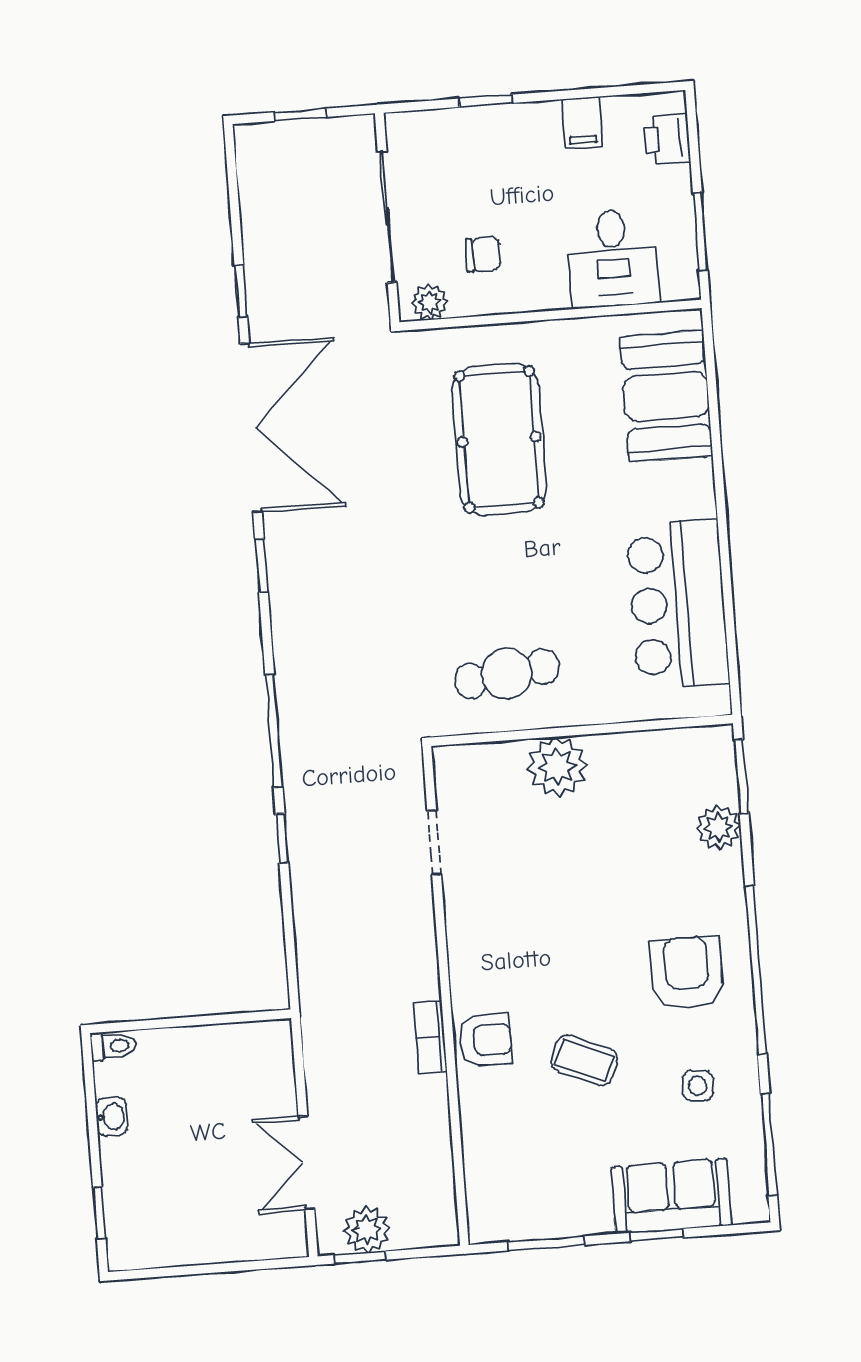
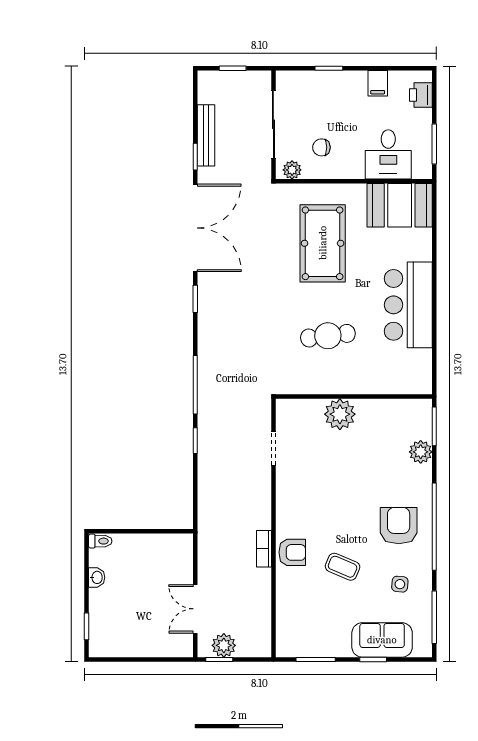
bench: (259, 248) -> (206, 135), added
chair: (483, 255) -> (321, 147), turned 180
booth: (666, 397) -> (400, 205), moved, turned 90
bar counter: (678, 604) -> (408, 305), moved
cafe table: (507, 674) -> (328, 336), moved

